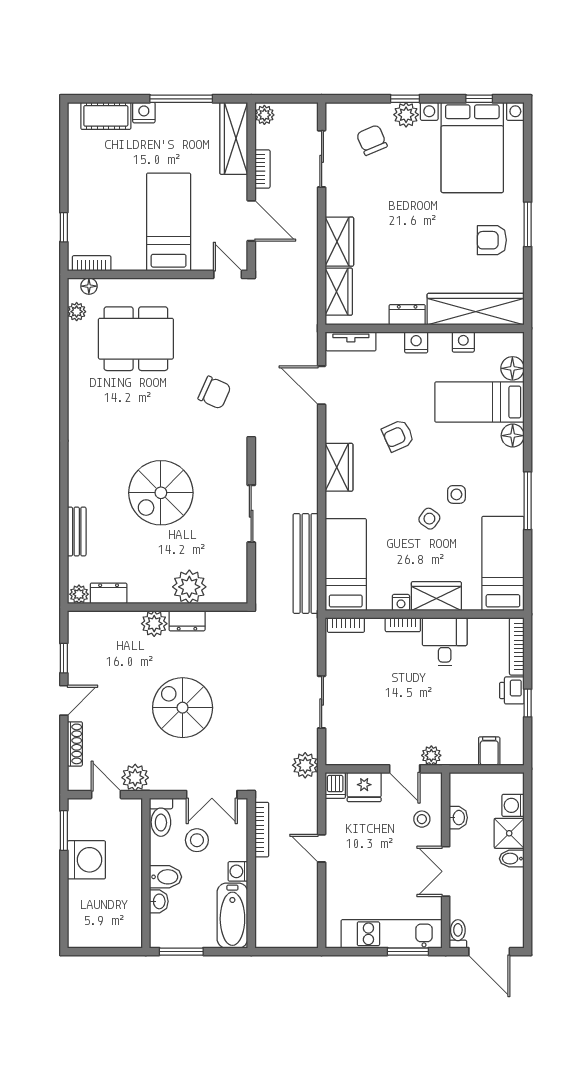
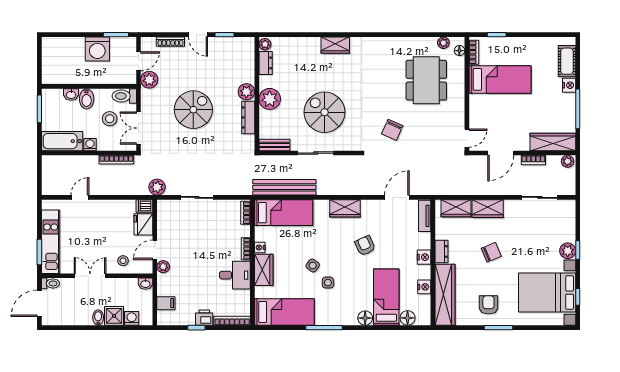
chair: (372, 140) -> (491, 252), moved
bed: (169, 222) -> (500, 79), moved
wardrobe: (80, 483) -> (335, 45), added
spiral stairs: (161, 493) -> (325, 112), moved
bench: (77, 531) -> (274, 145), moved
plant: (189, 587) -> (270, 99), moved
dresser: (187, 621) -> (248, 117), width x1.44
washbasin: (458, 818) -> (145, 284), moved
door: (322, 848) -> (80, 197), moved

